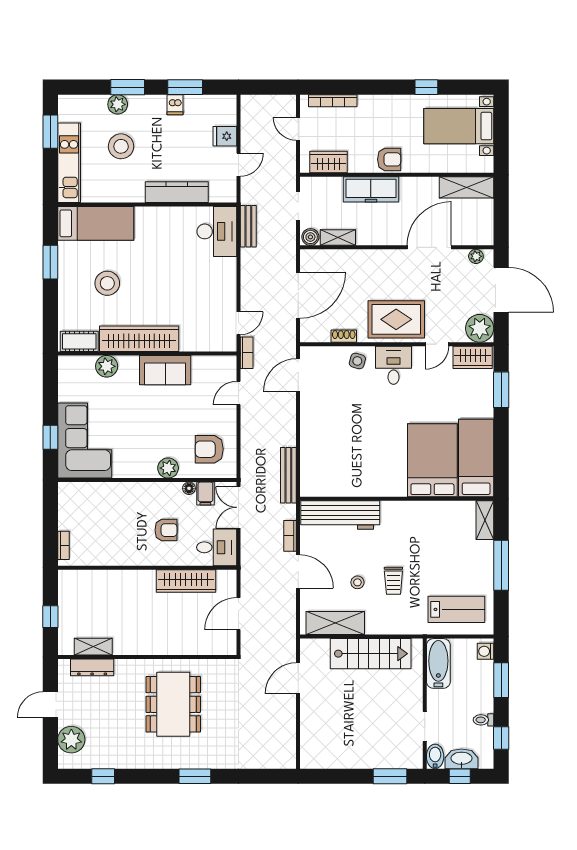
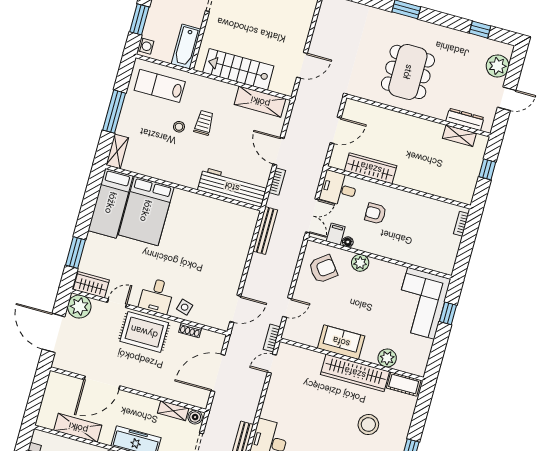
shelving: (467, 187) -> (78, 428), moved
plant: (476, 256) -> (66, 365), removed
armchair: (209, 449) -> (323, 269), turned -37
stool: (357, 582) -> (179, 127), moved

